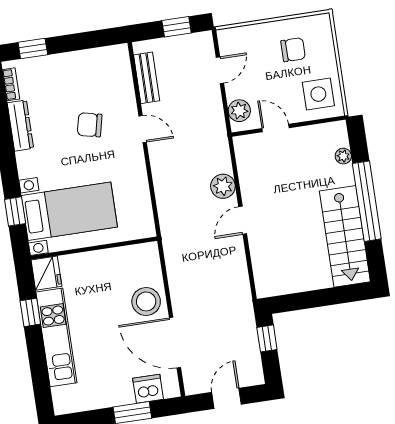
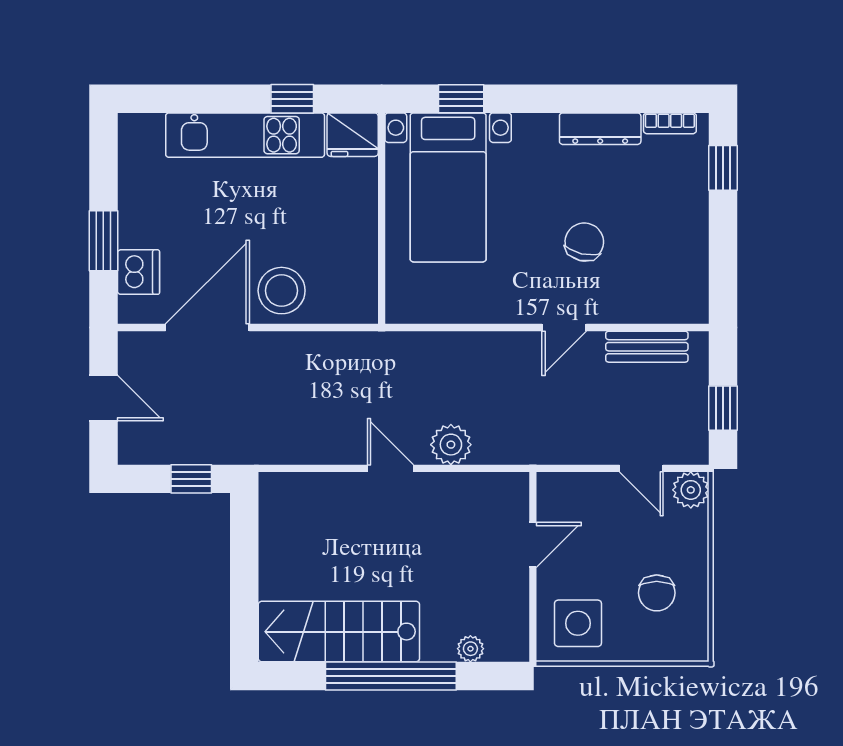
plant: (239, 111) -> (691, 490), moved

